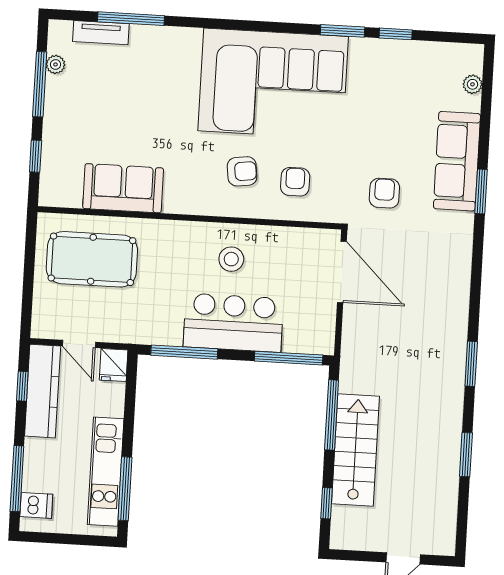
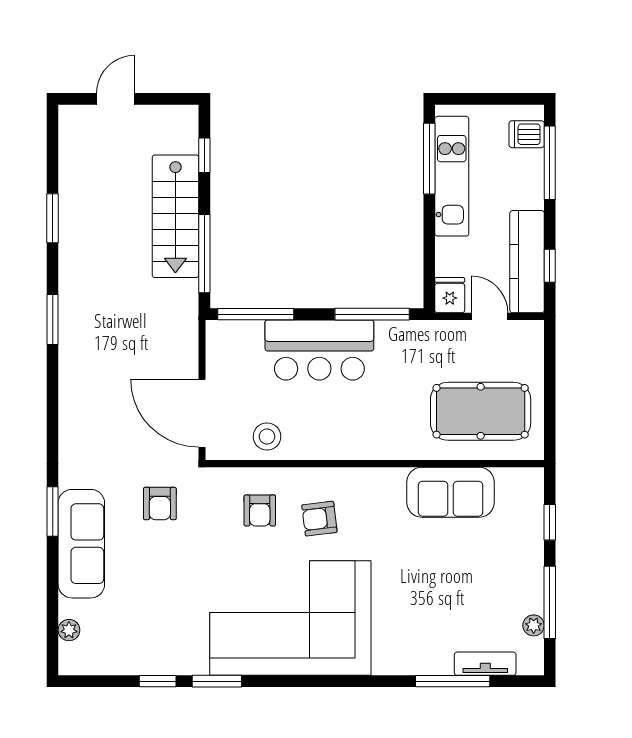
stool: (231, 259) -> (267, 436), moved

